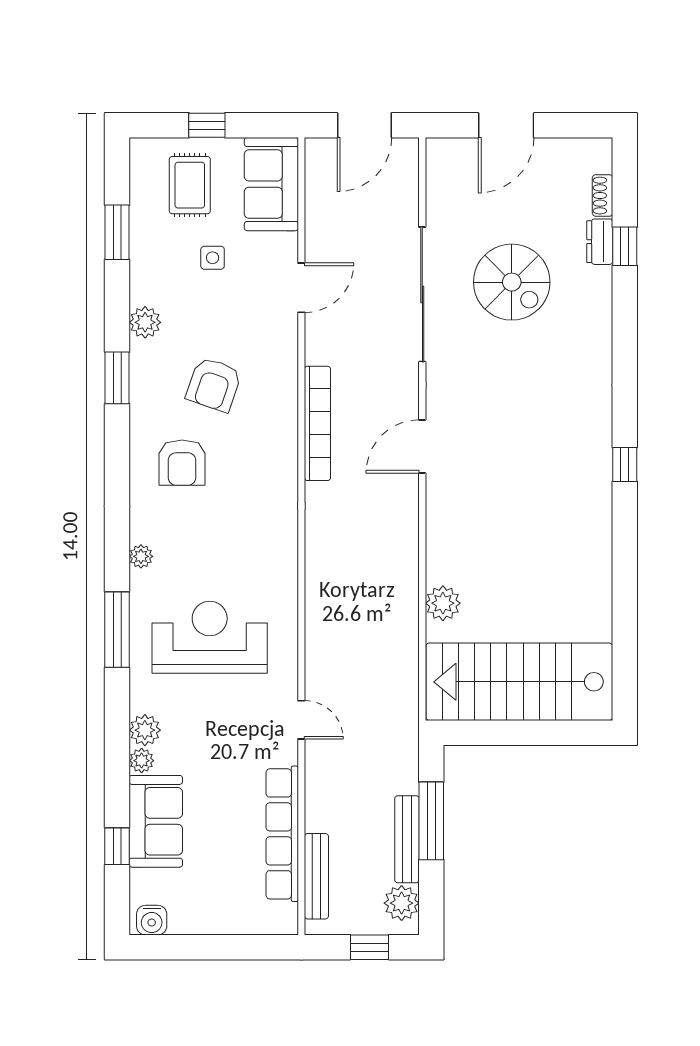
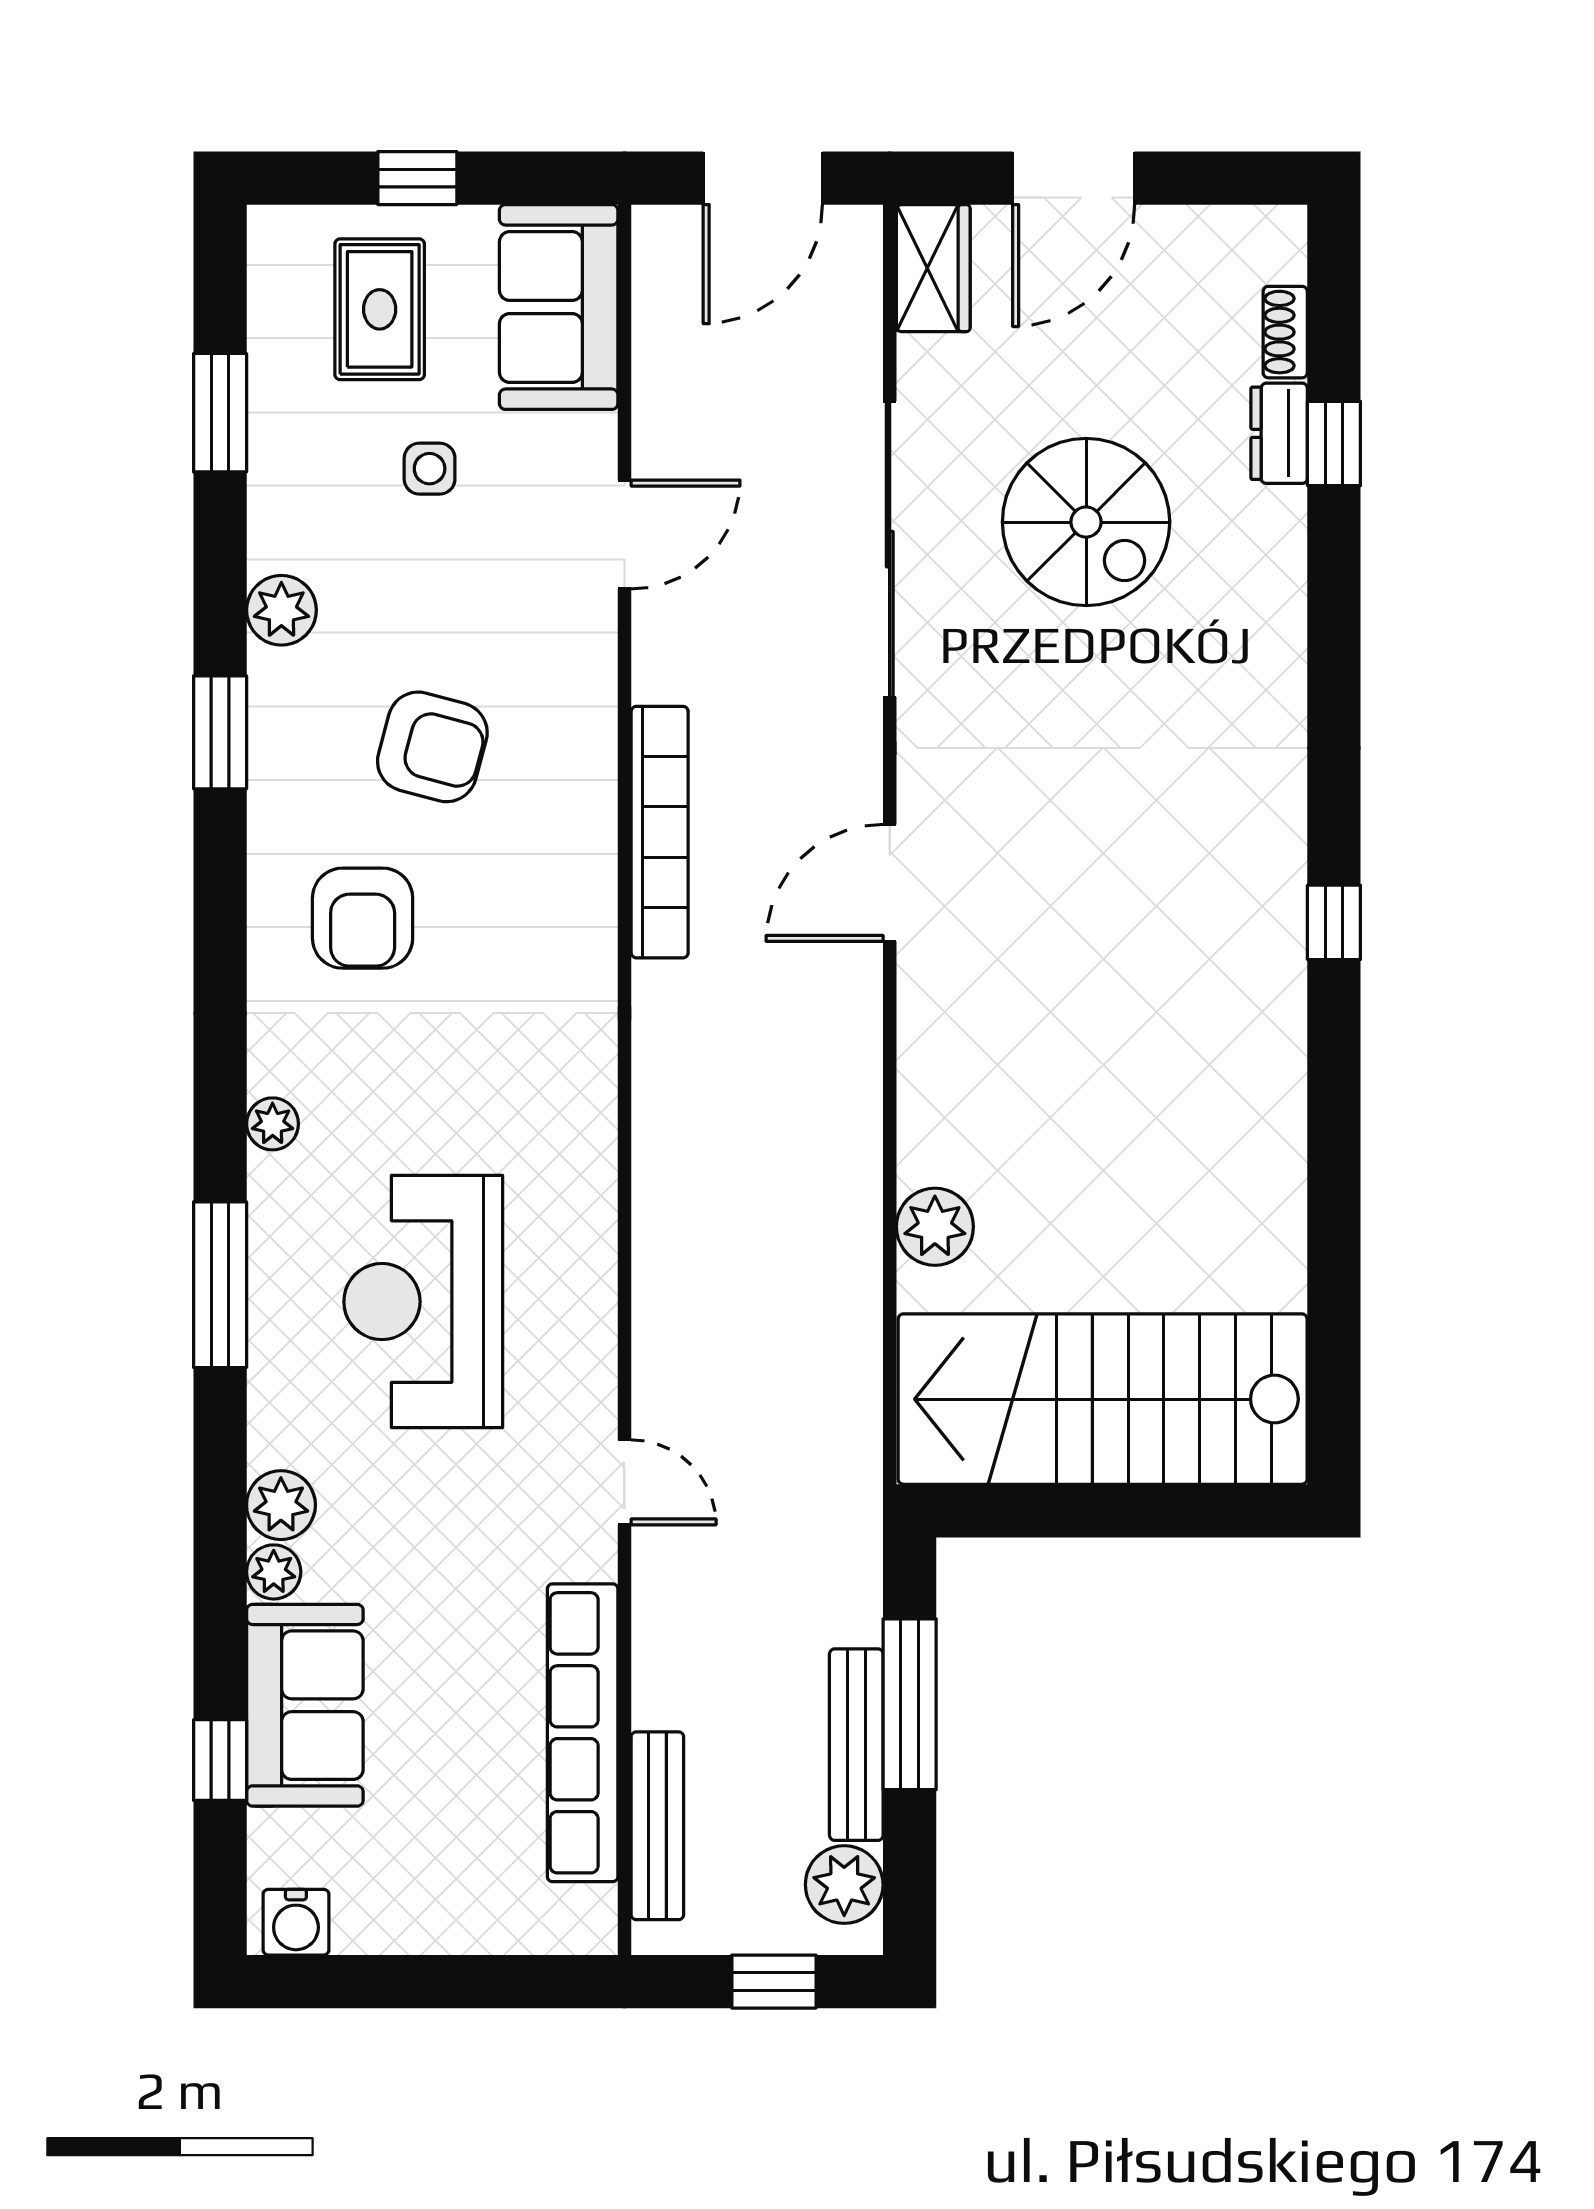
wardrobe: (442, 166) -> (933, 268), added
armchair: (214, 385) -> (432, 747), turned -94
reception desk: (210, 637) -> (423, 1302), turned -90

